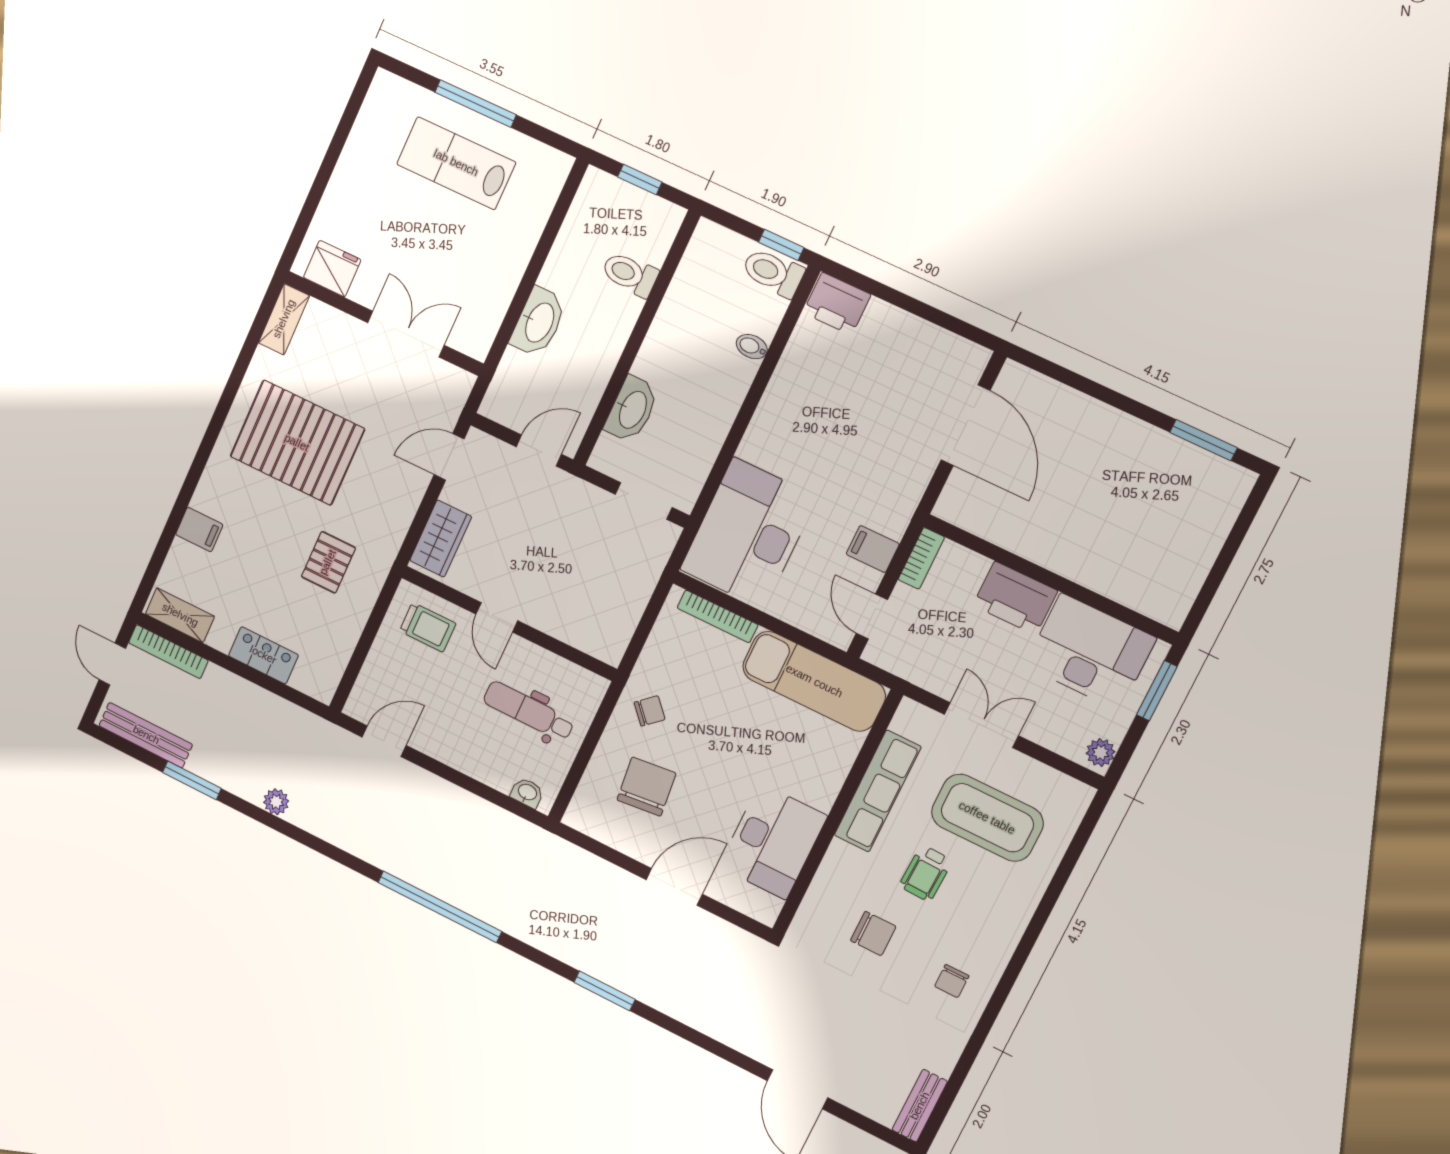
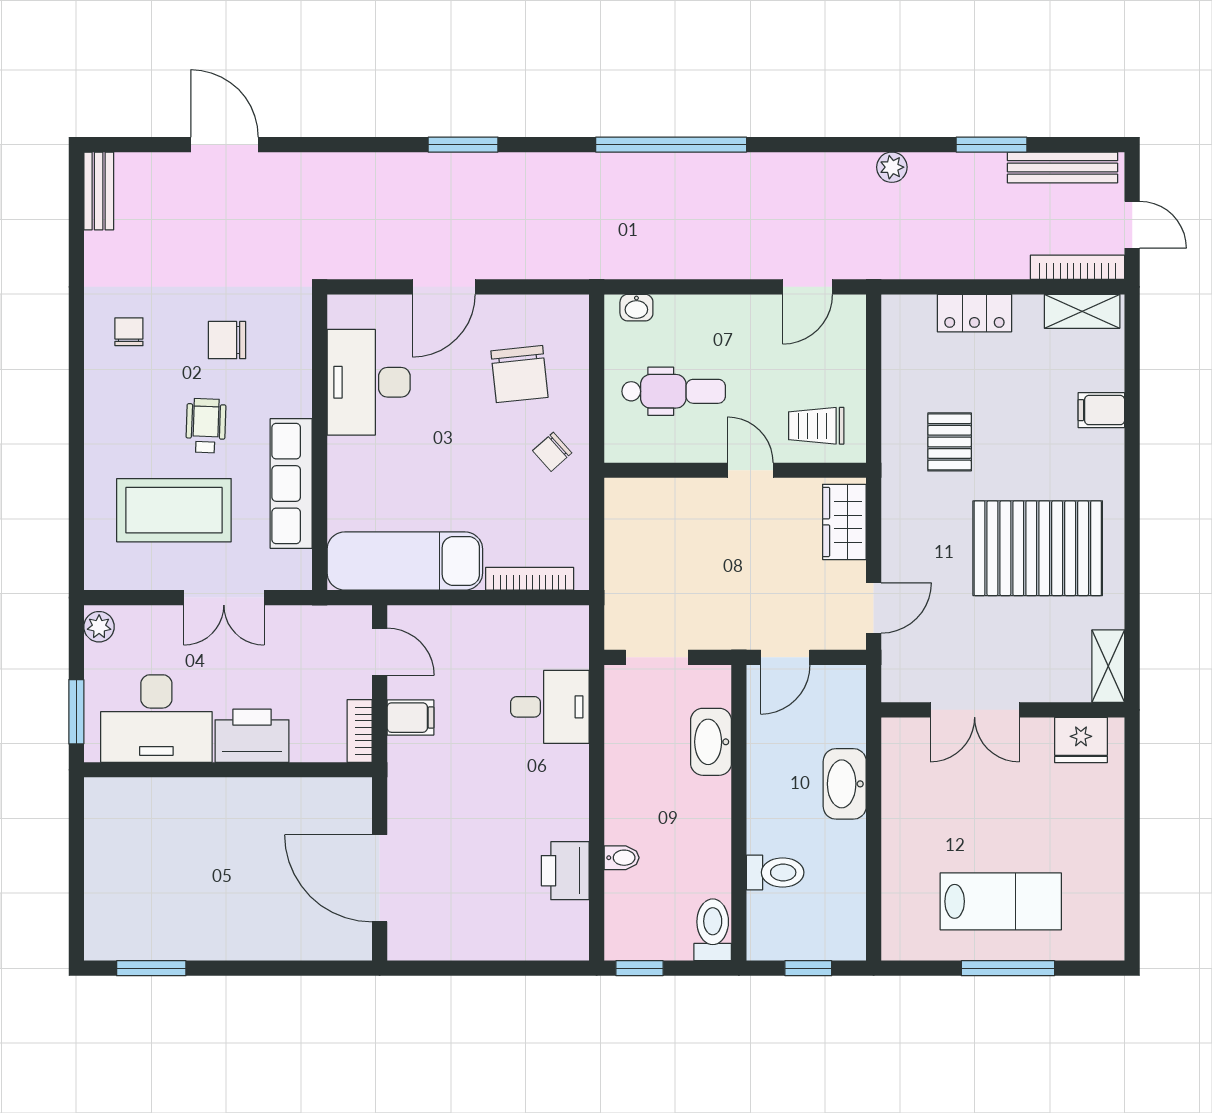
toilet: (773, 272) -> (713, 930), moved, turned -90
printer: (837, 304) -> (565, 871), moved, turned -90
desk: (749, 533) -> (550, 707), width x0.53, depth x0.77

